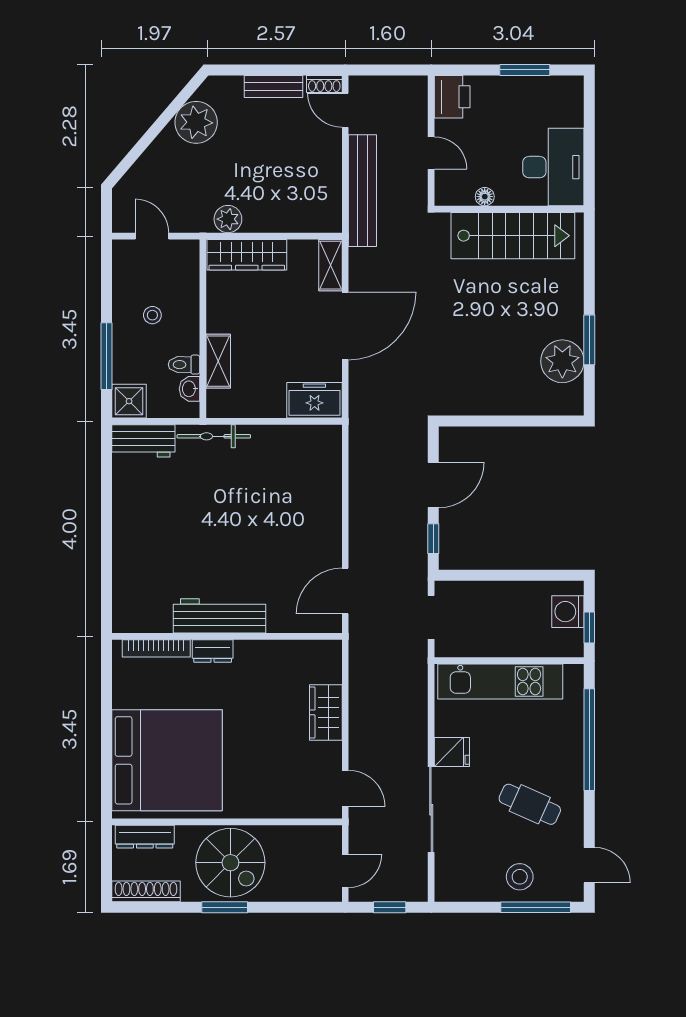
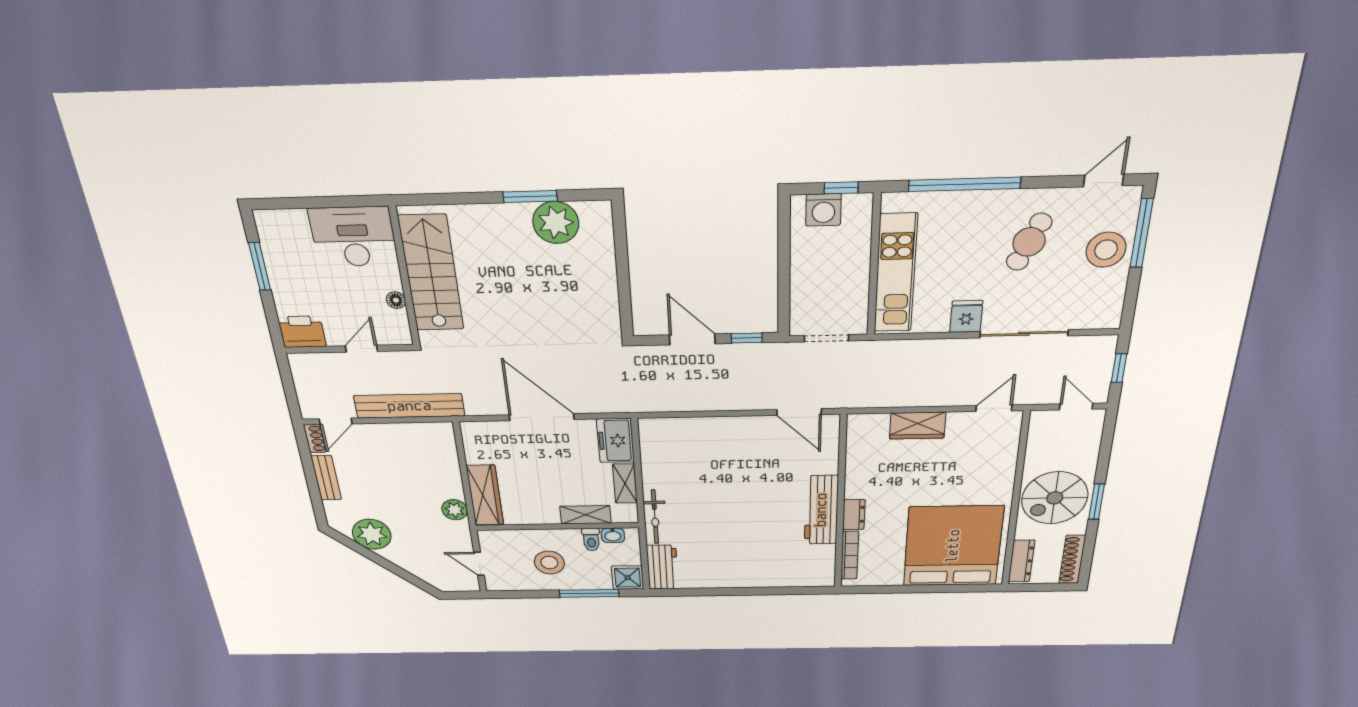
door: (152, 236) -> (479, 564), hinge flipped
shelving: (330, 265) -> (625, 484), moved, turned 90
stool: (152, 315) -> (549, 563), width x1.89, depth x1.89
spiral stairs: (230, 863) -> (1055, 498), turned 180
stool: (520, 877) -> (1106, 250), width x1.38, depth x1.38

